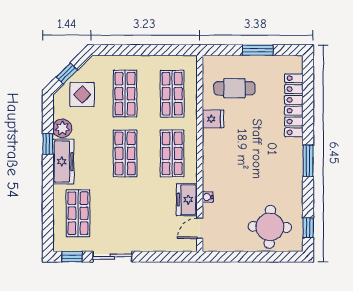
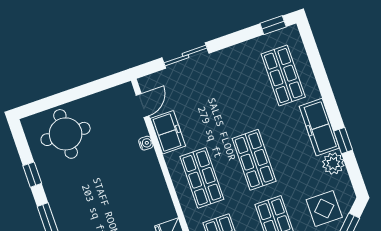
window: (308, 228) -> (32, 175), moved
sliding door: (112, 257) -> (185, 55), moved

